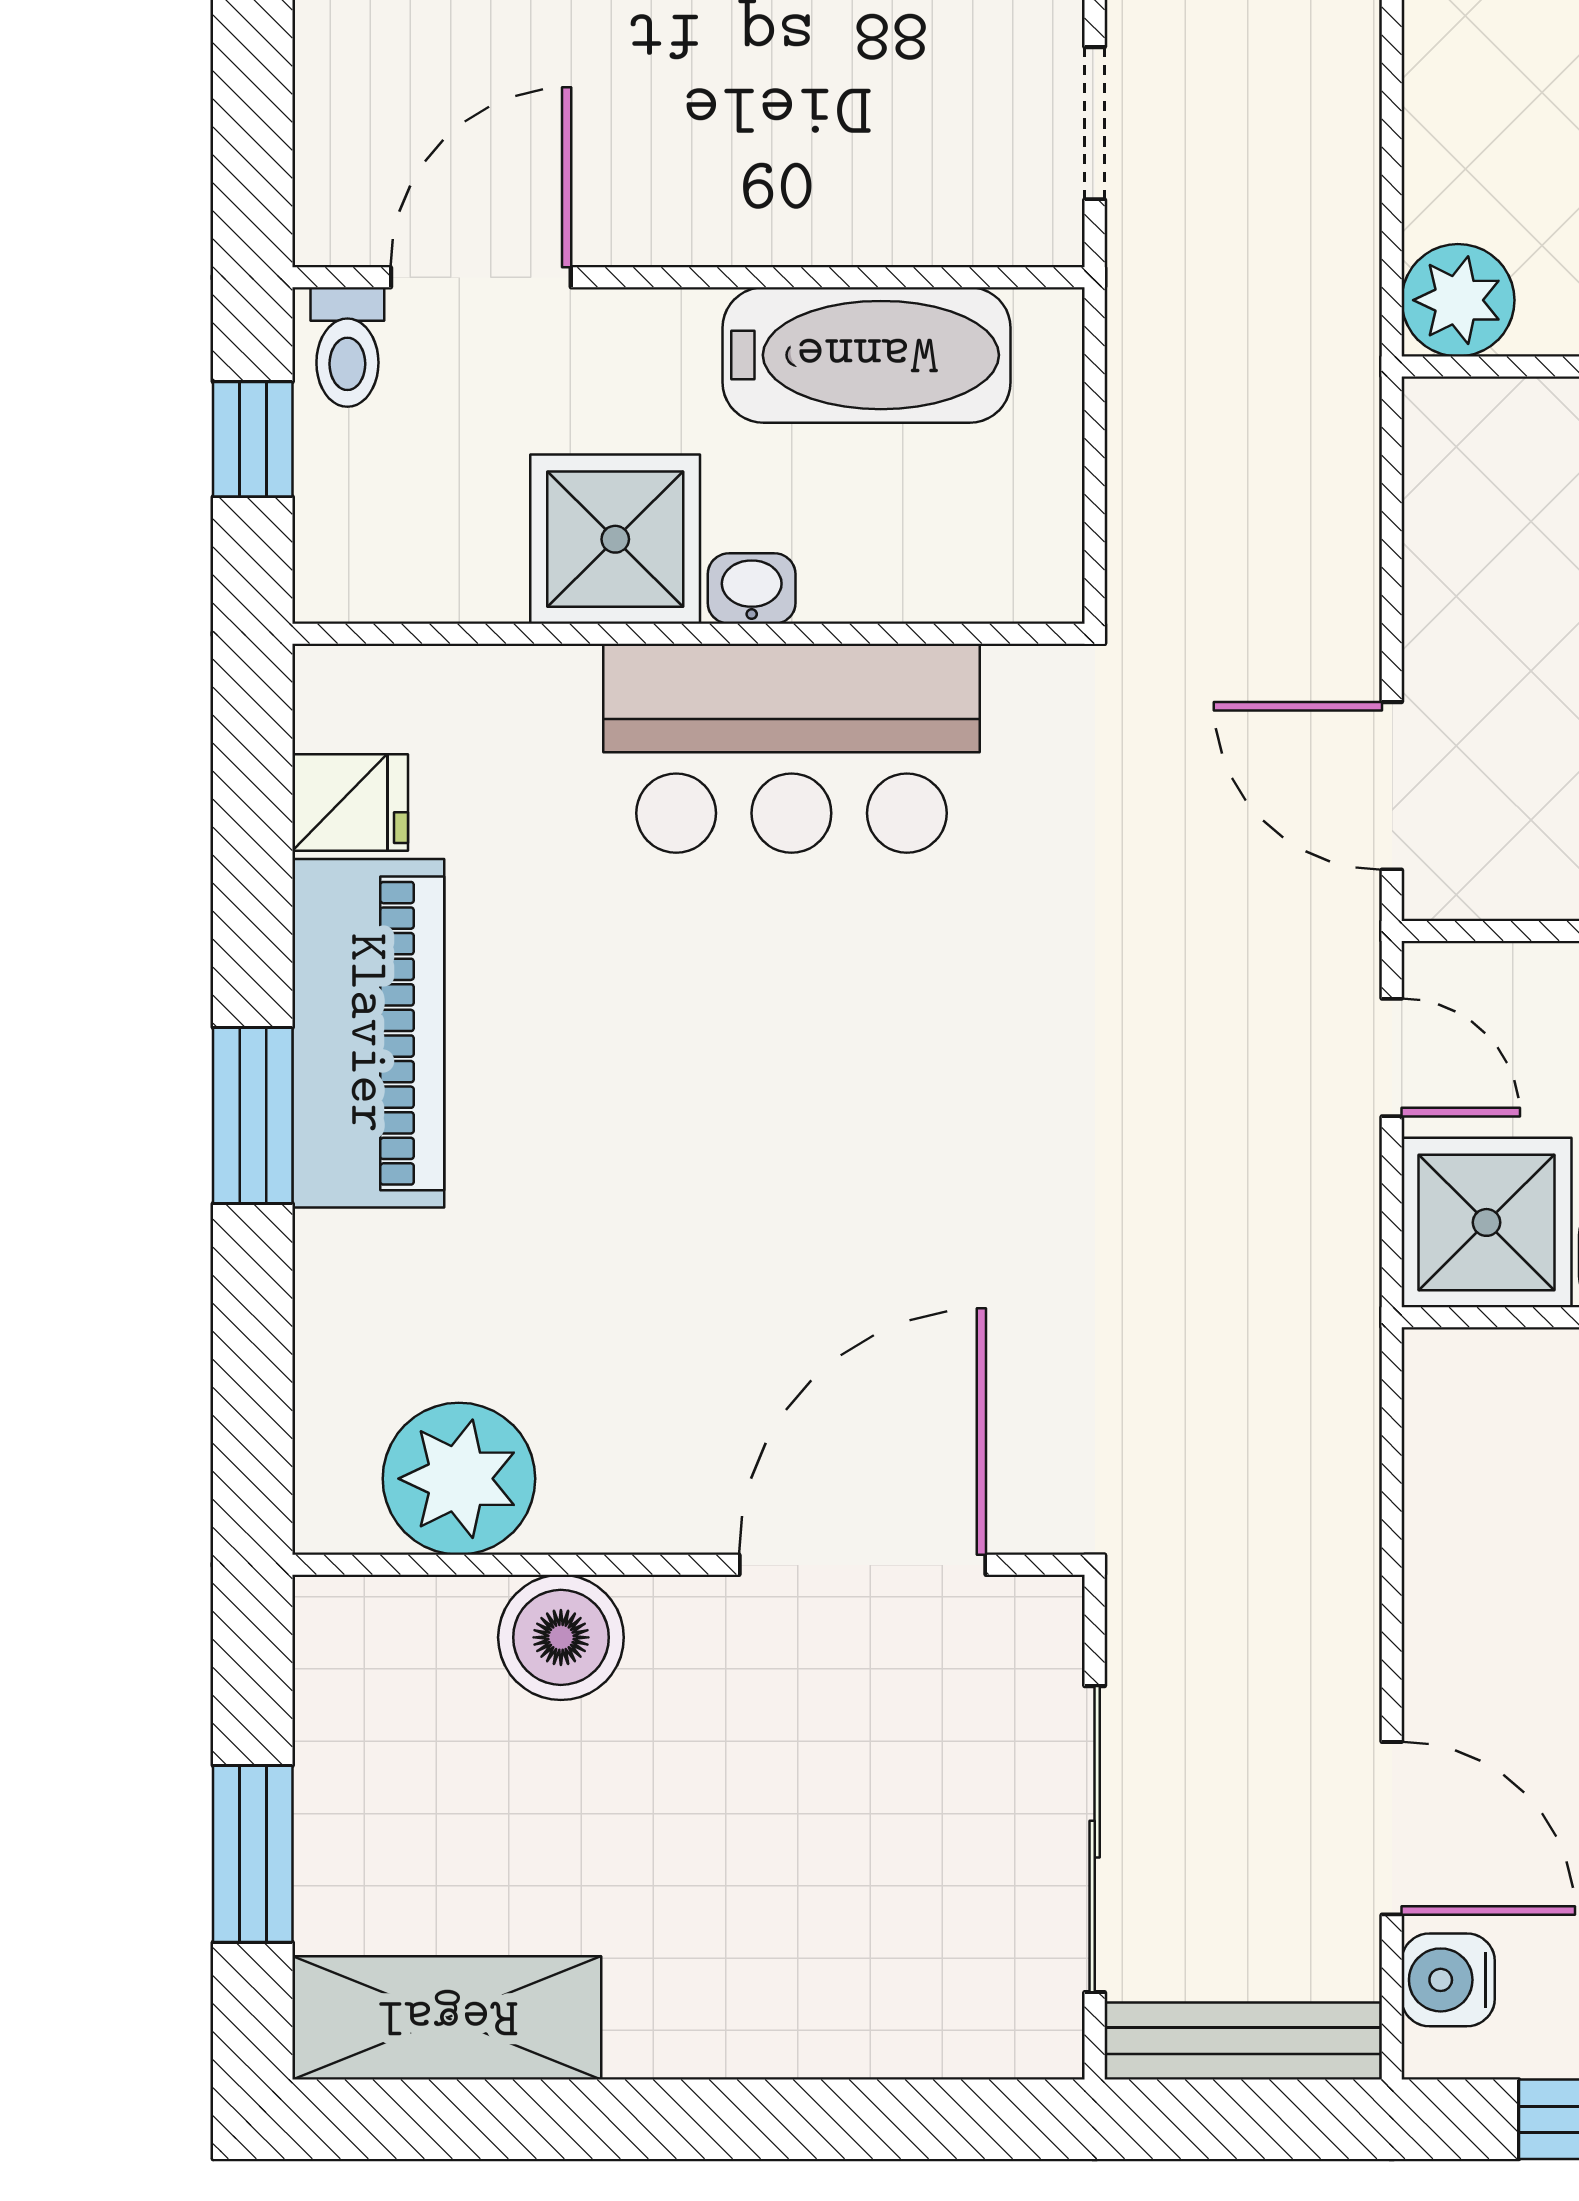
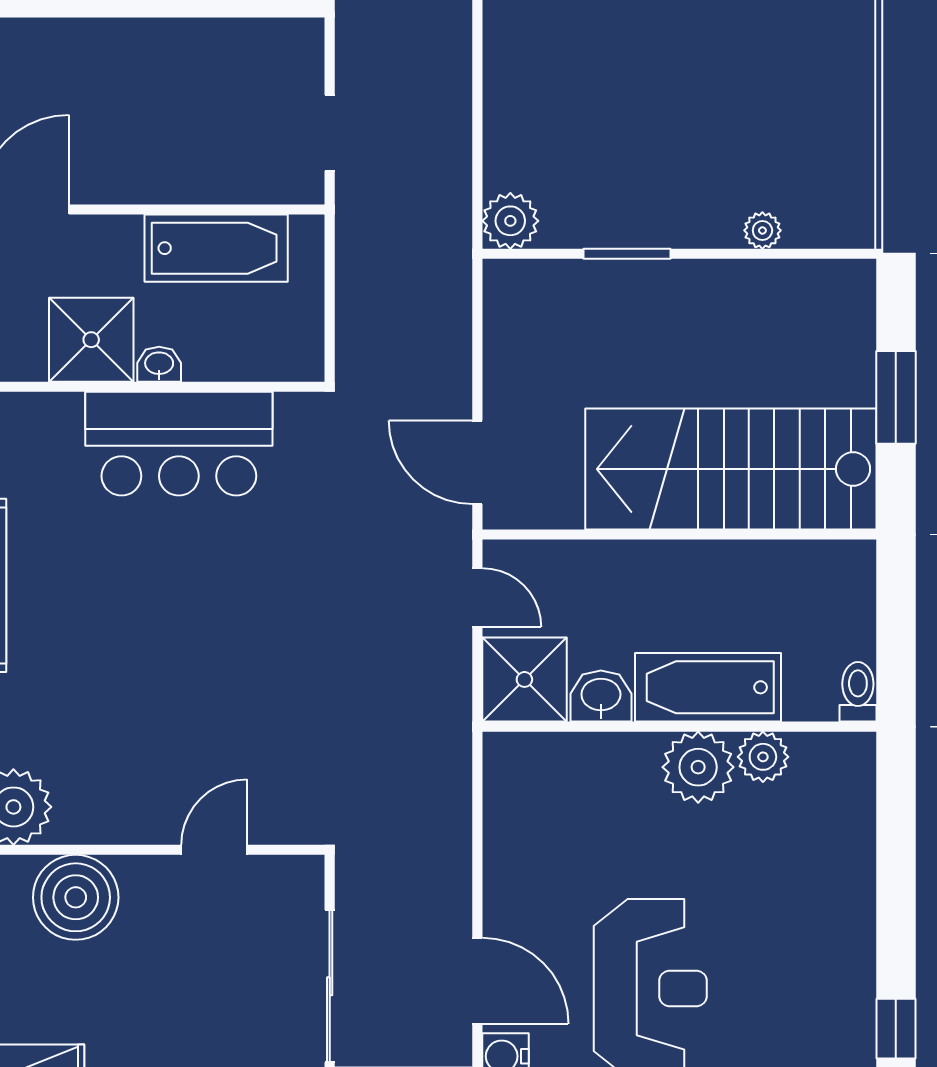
door: (862, 1565) -> (214, 850), width x0.53
boiler: (561, 1637) -> (76, 897), width x1.37, depth x1.37

